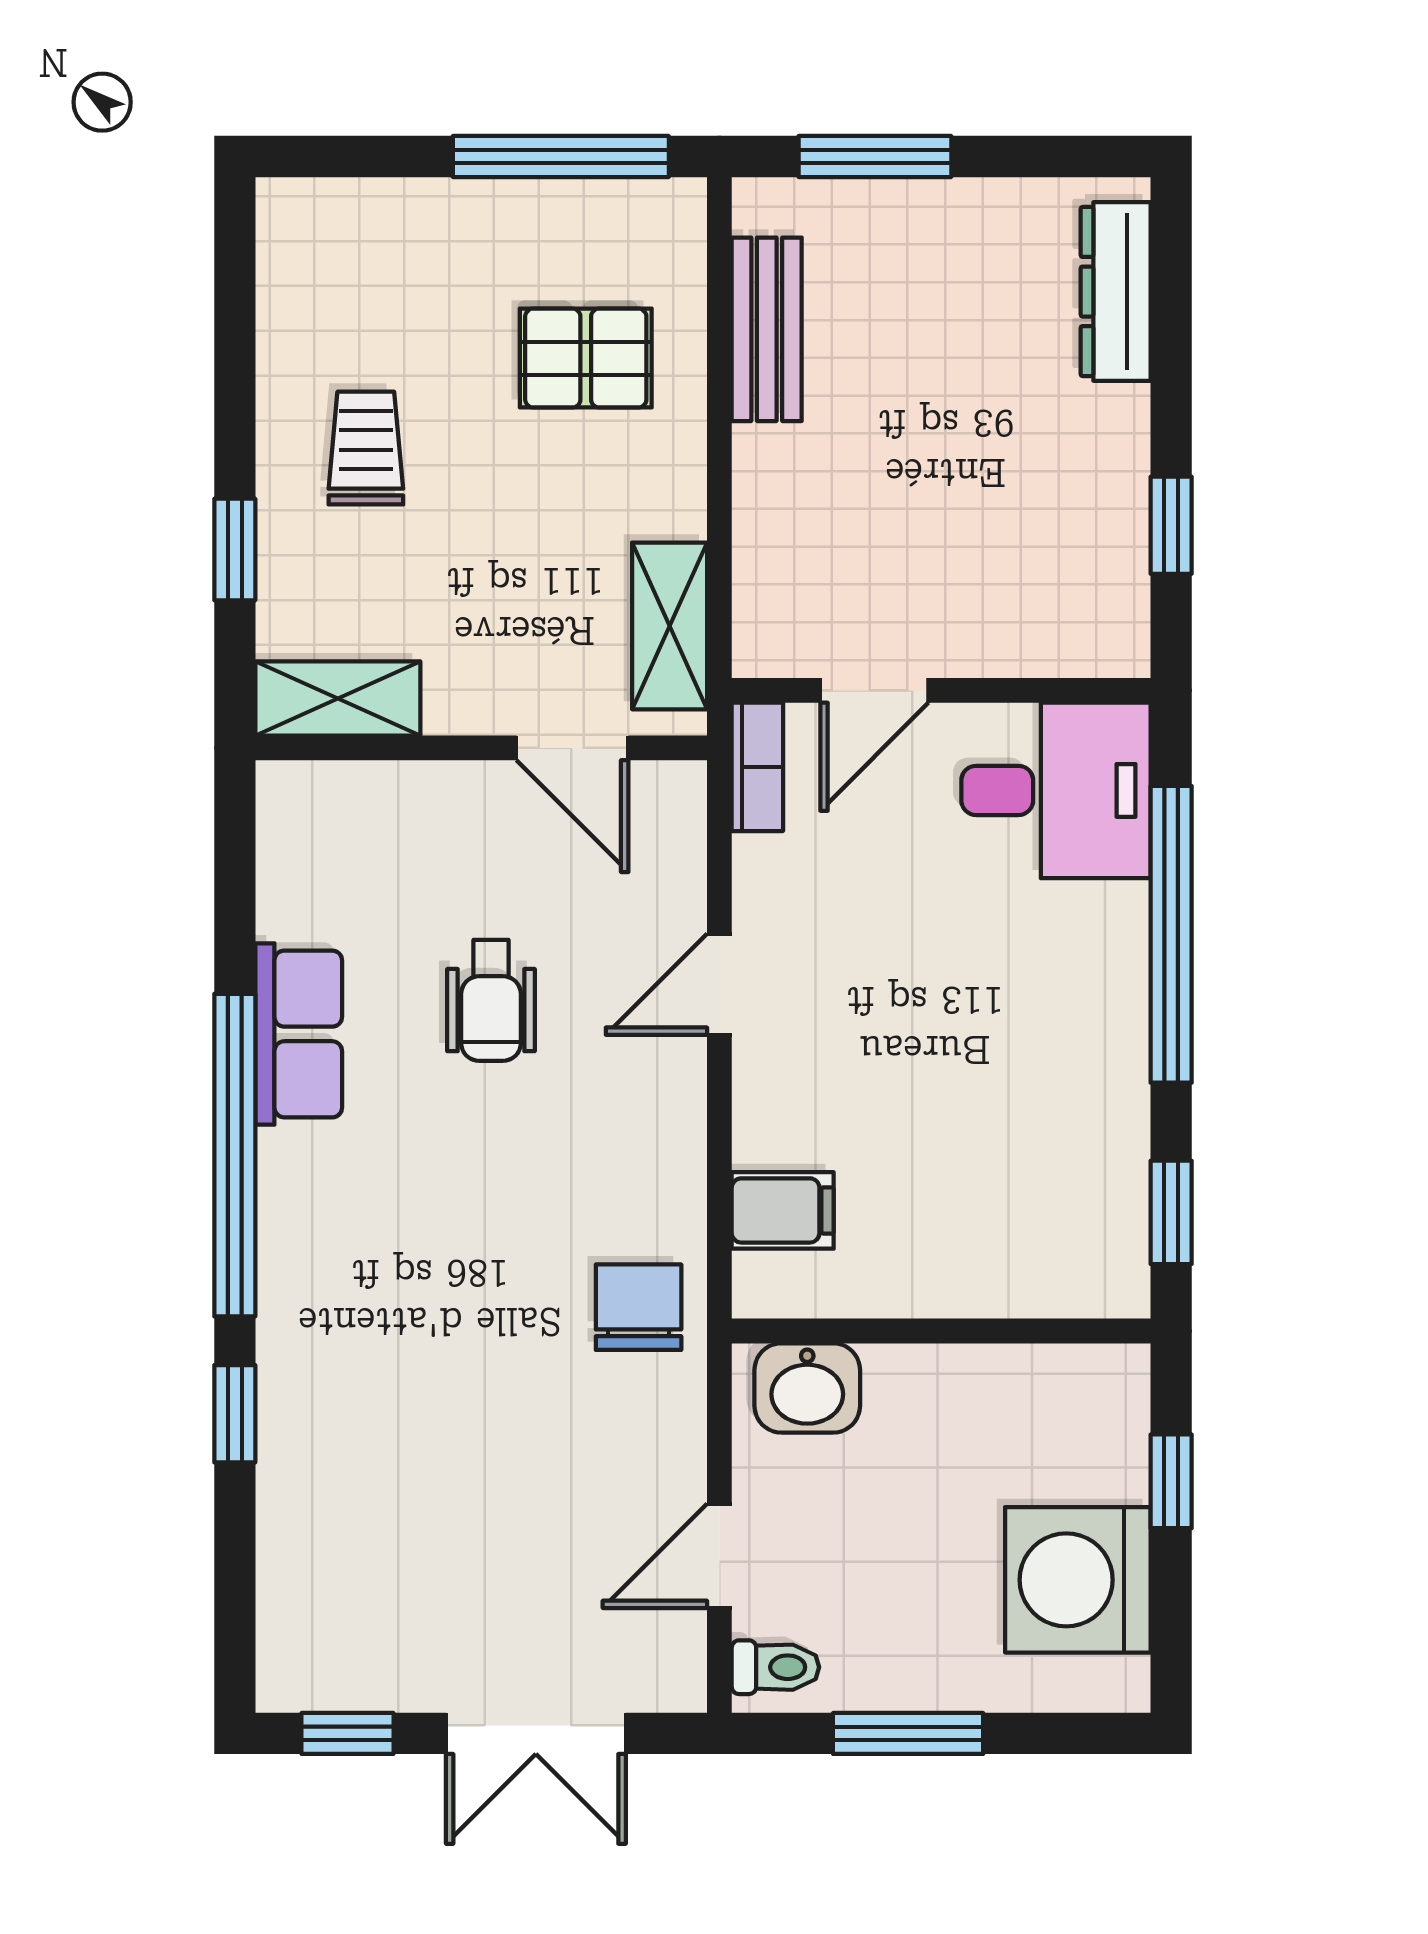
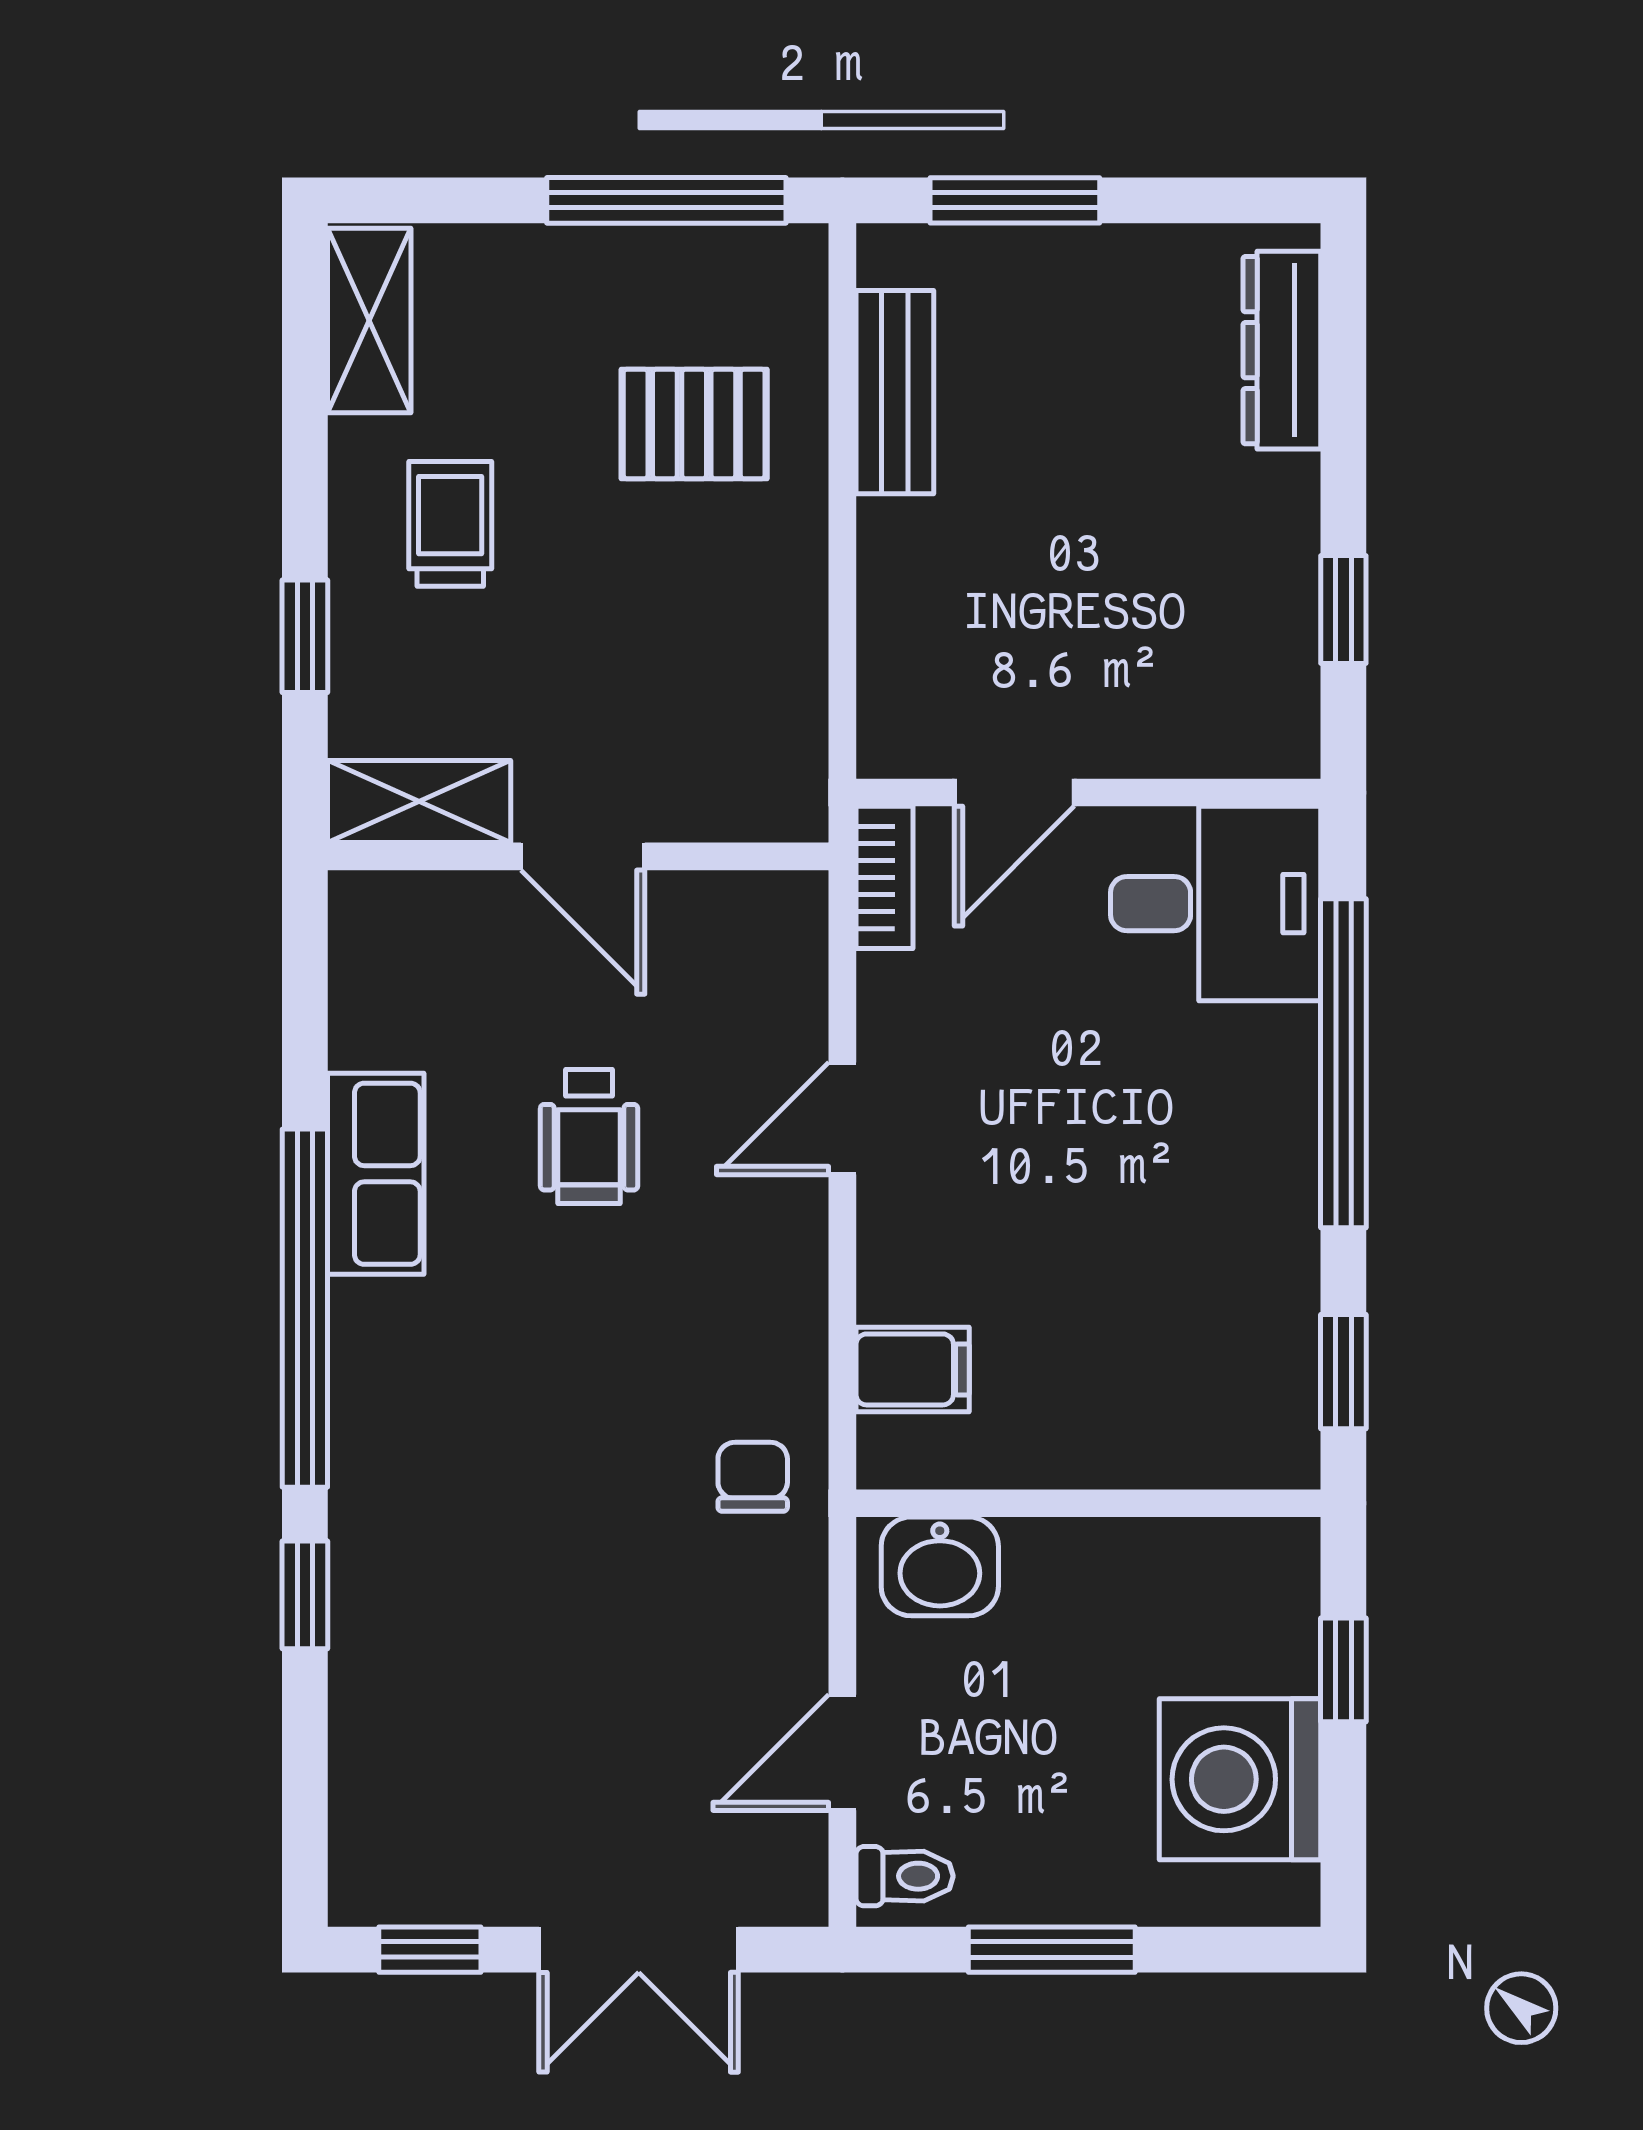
shelving: (670, 626) -> (369, 321), moved
door: (572, 748) -> (583, 856), moved
chair: (639, 1307) -> (753, 1477), width x0.73, depth x0.73

